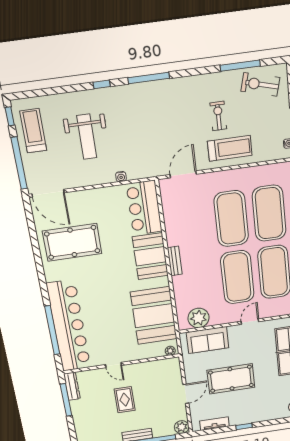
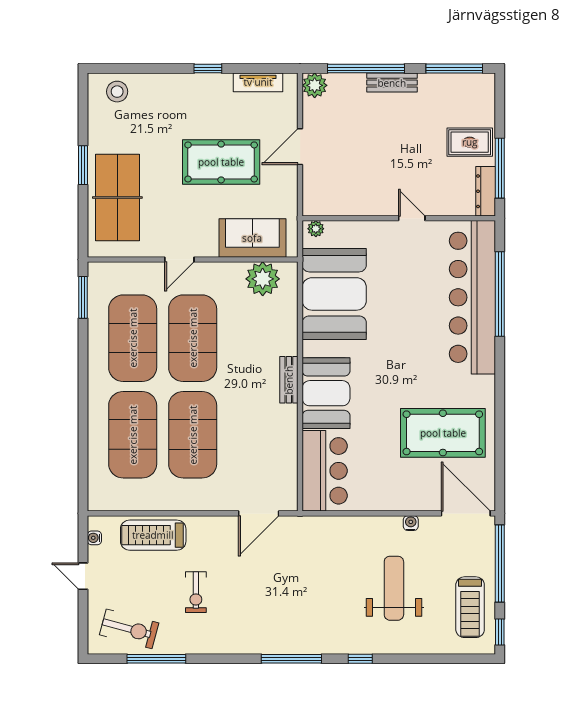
treadmill: (230, 148) -> (153, 535), moved
water cooler: (121, 177) -> (411, 523), moved
rug: (125, 400) -> (470, 142), moved, turned 90

